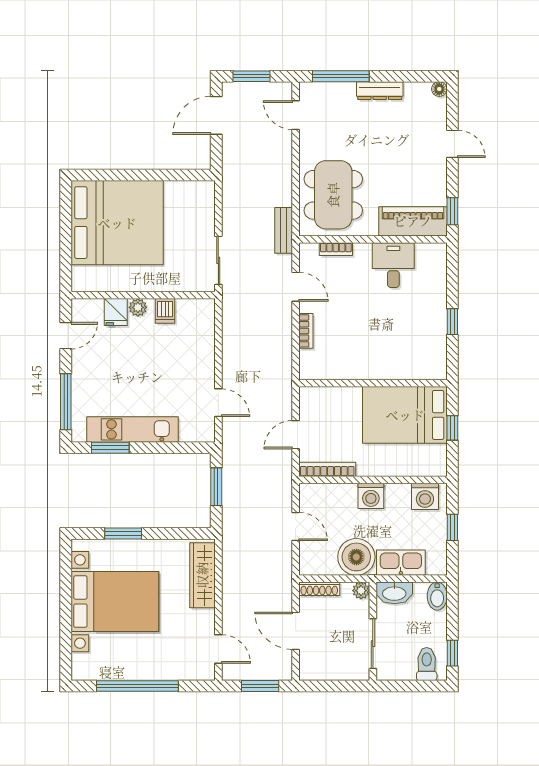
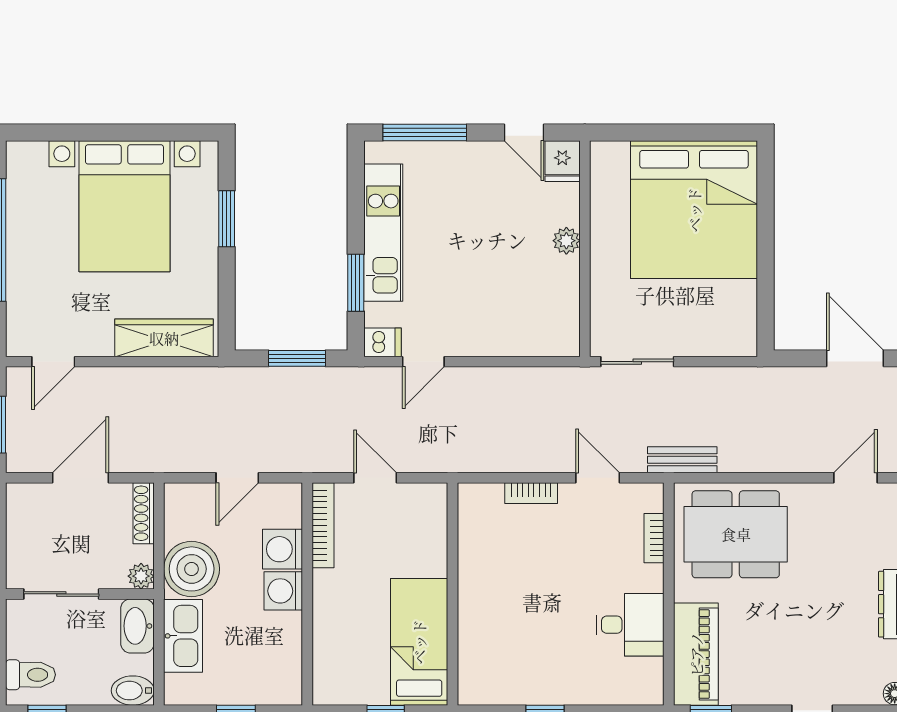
door: (296, 287) -> (598, 478), swing flipped
dishwasher: (165, 311) -> (382, 342), moved, turned 180
fridge: (116, 312) -> (562, 161), moved, turned -90
bed: (405, 415) -> (419, 642), width x0.67
window: (110, 448) -> (356, 283), moved
washing machine: (425, 496) -> (283, 549), moved

